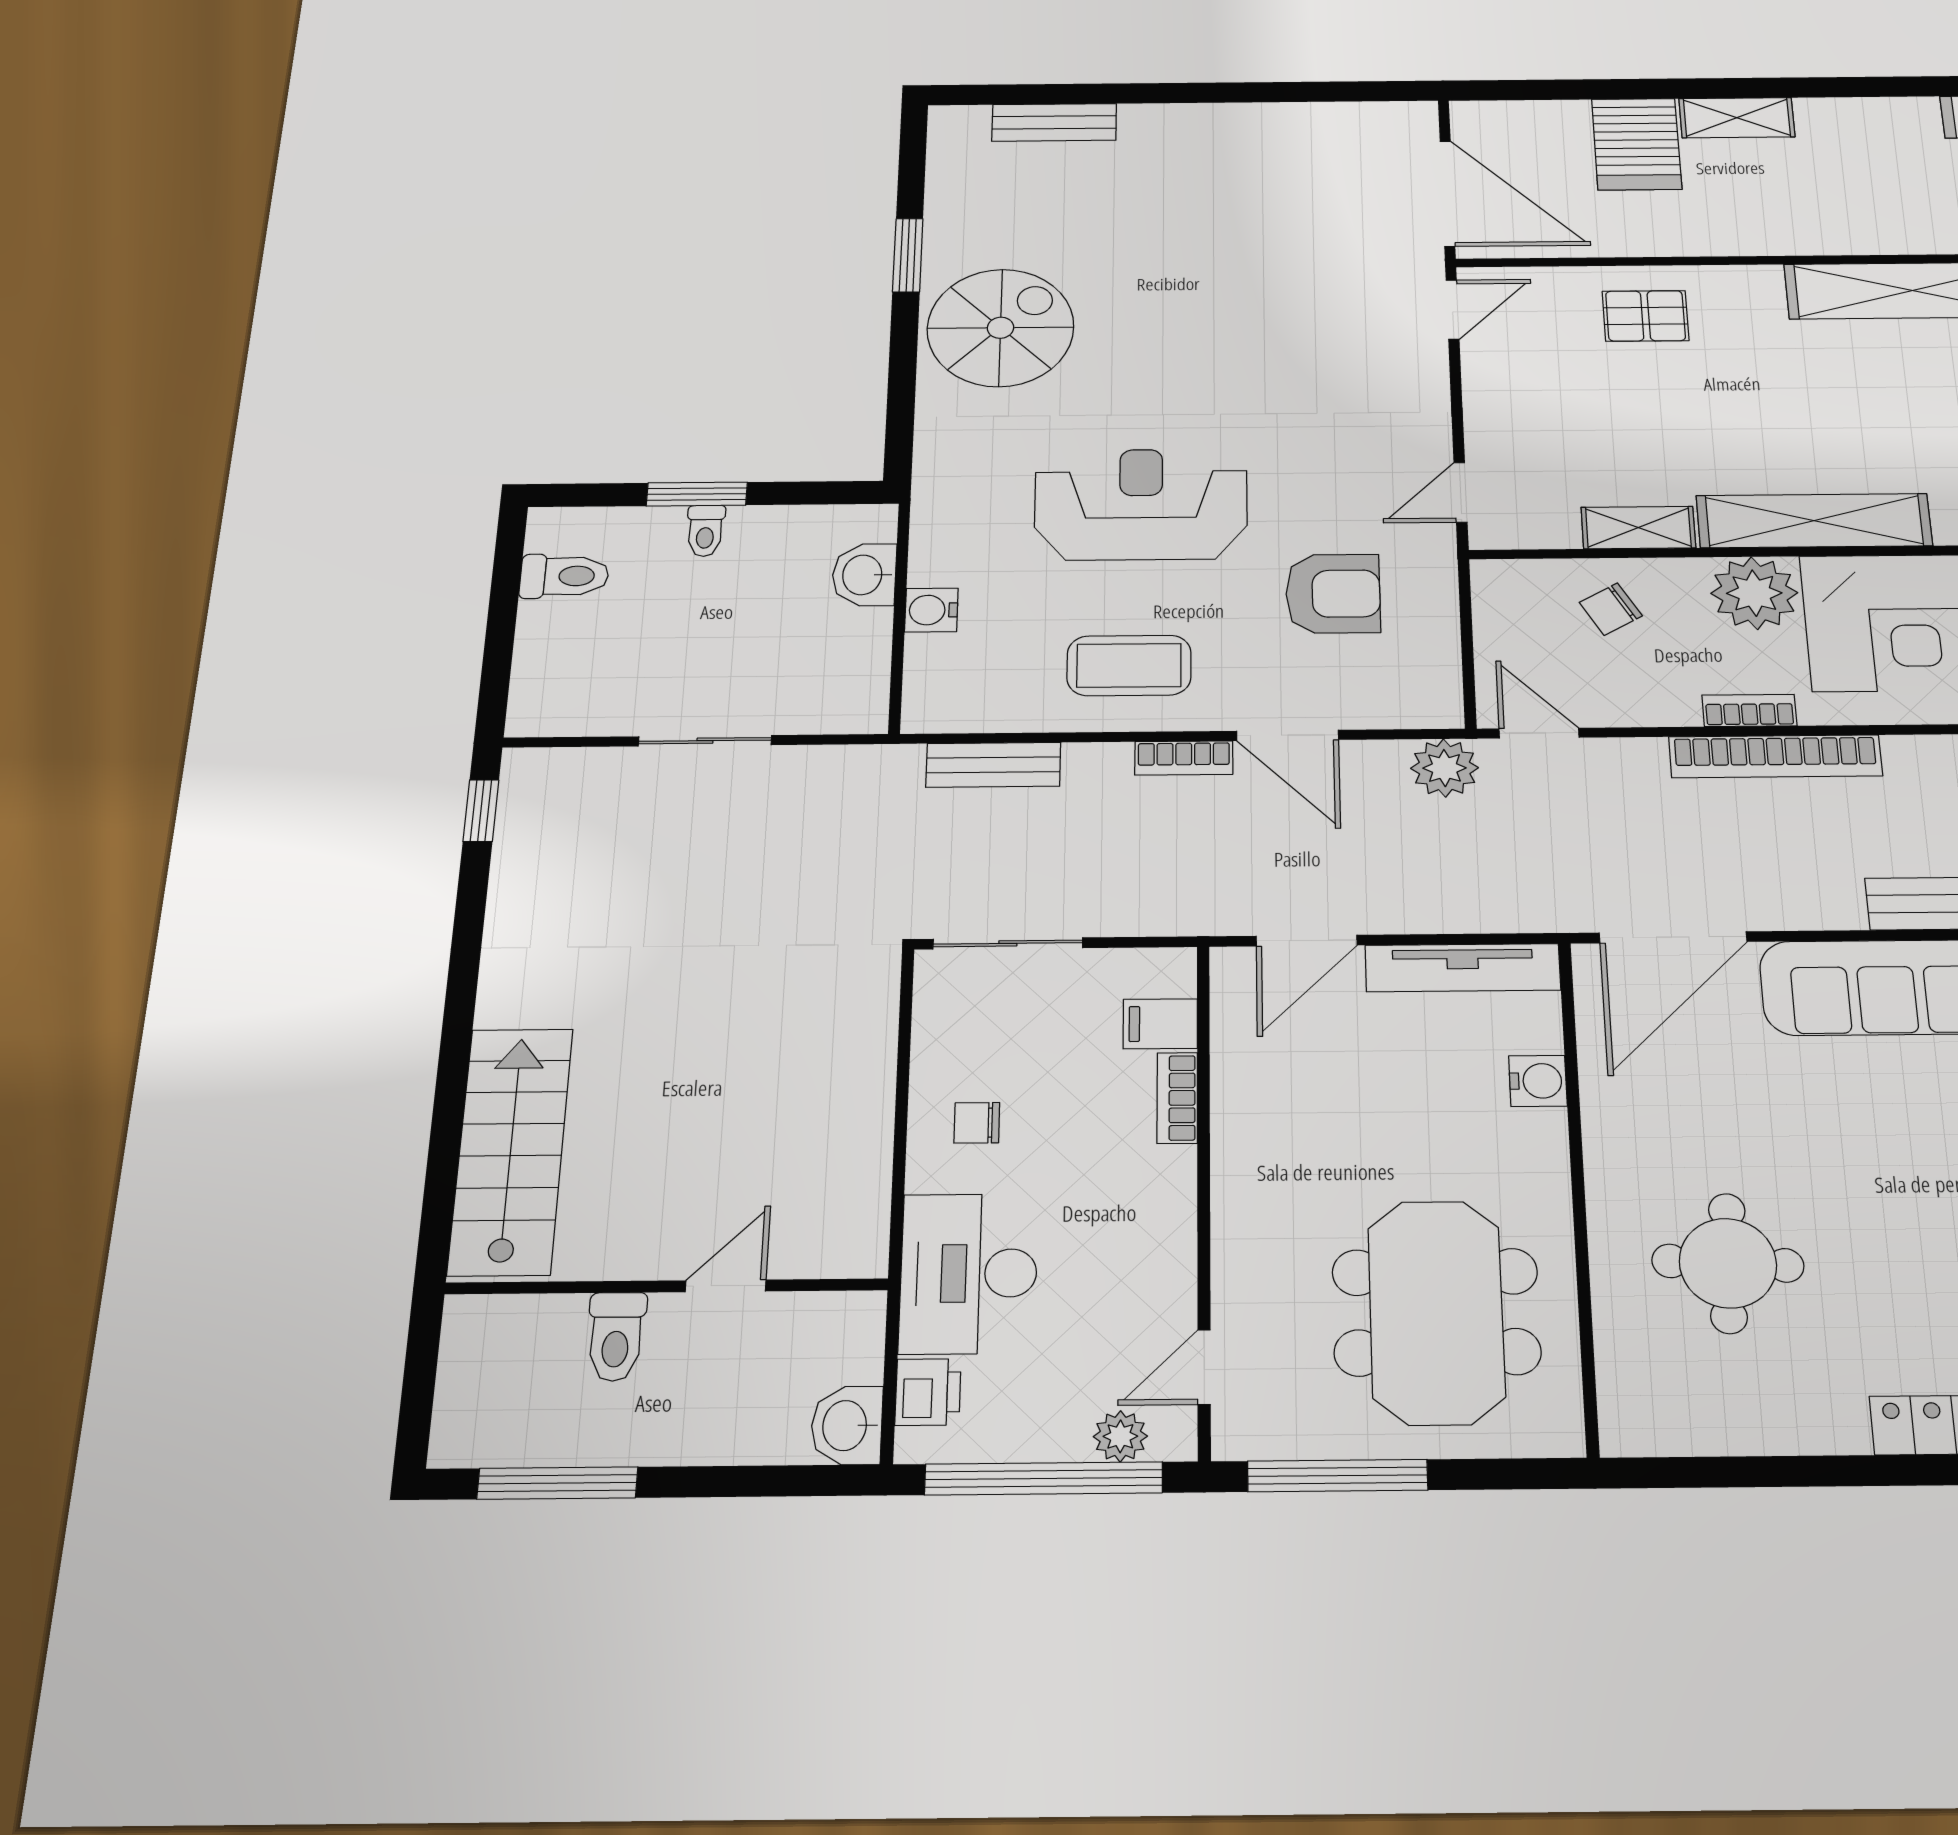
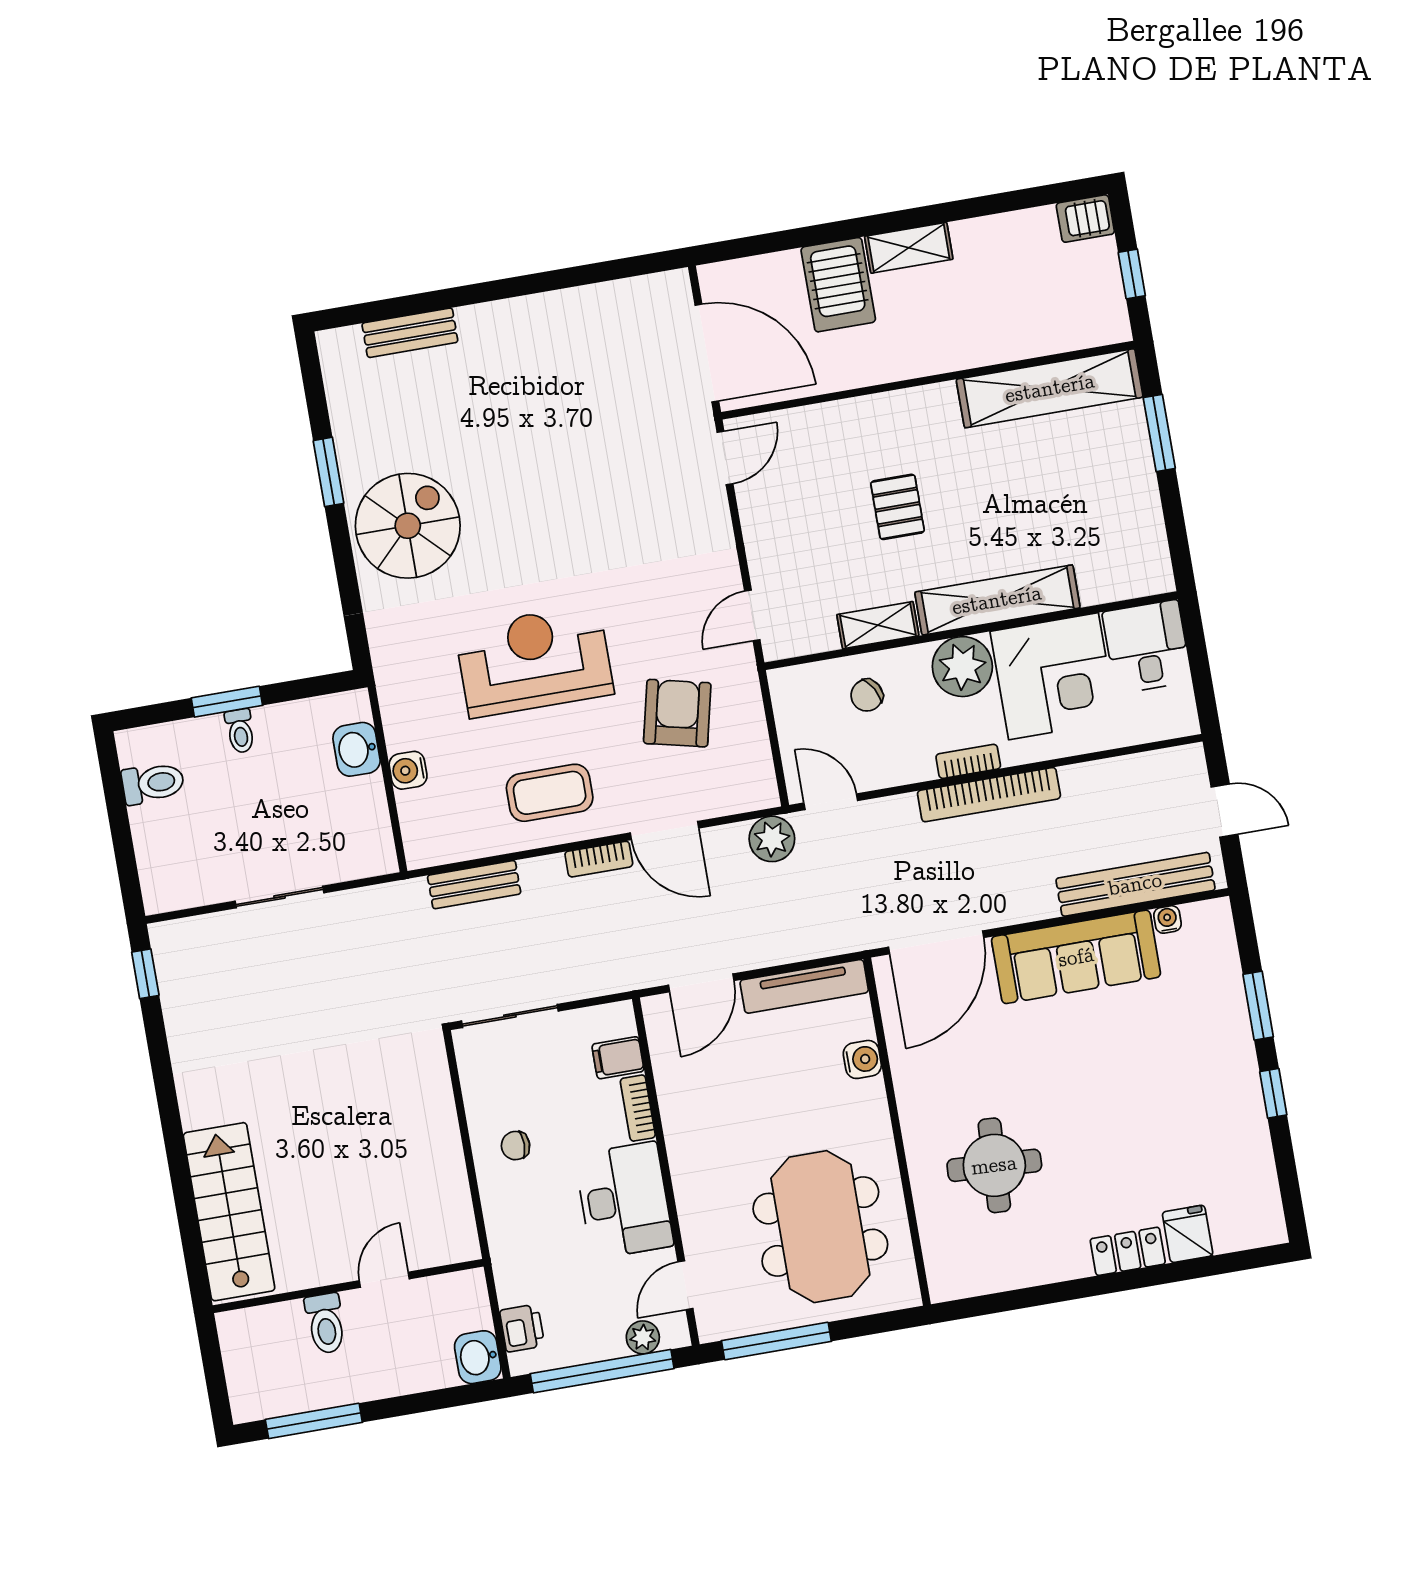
pallet: (1645, 316) -> (897, 507), moved, turned 90
armchair: (1333, 594) -> (677, 713), turned -77
desk: (969, 1273) -> (624, 1200), moved, turned 180

